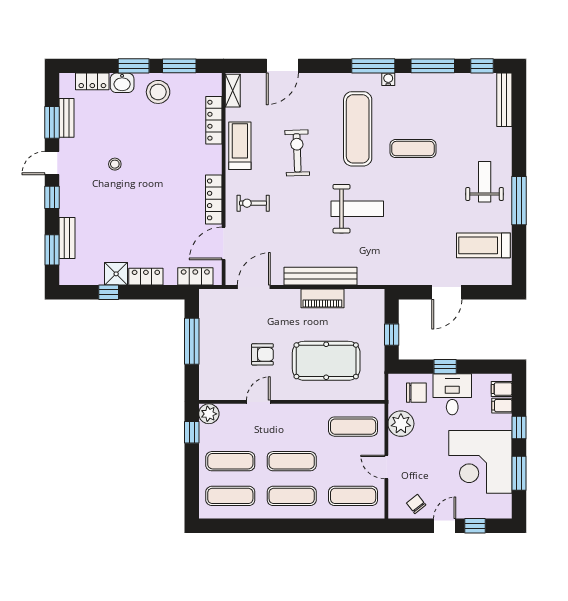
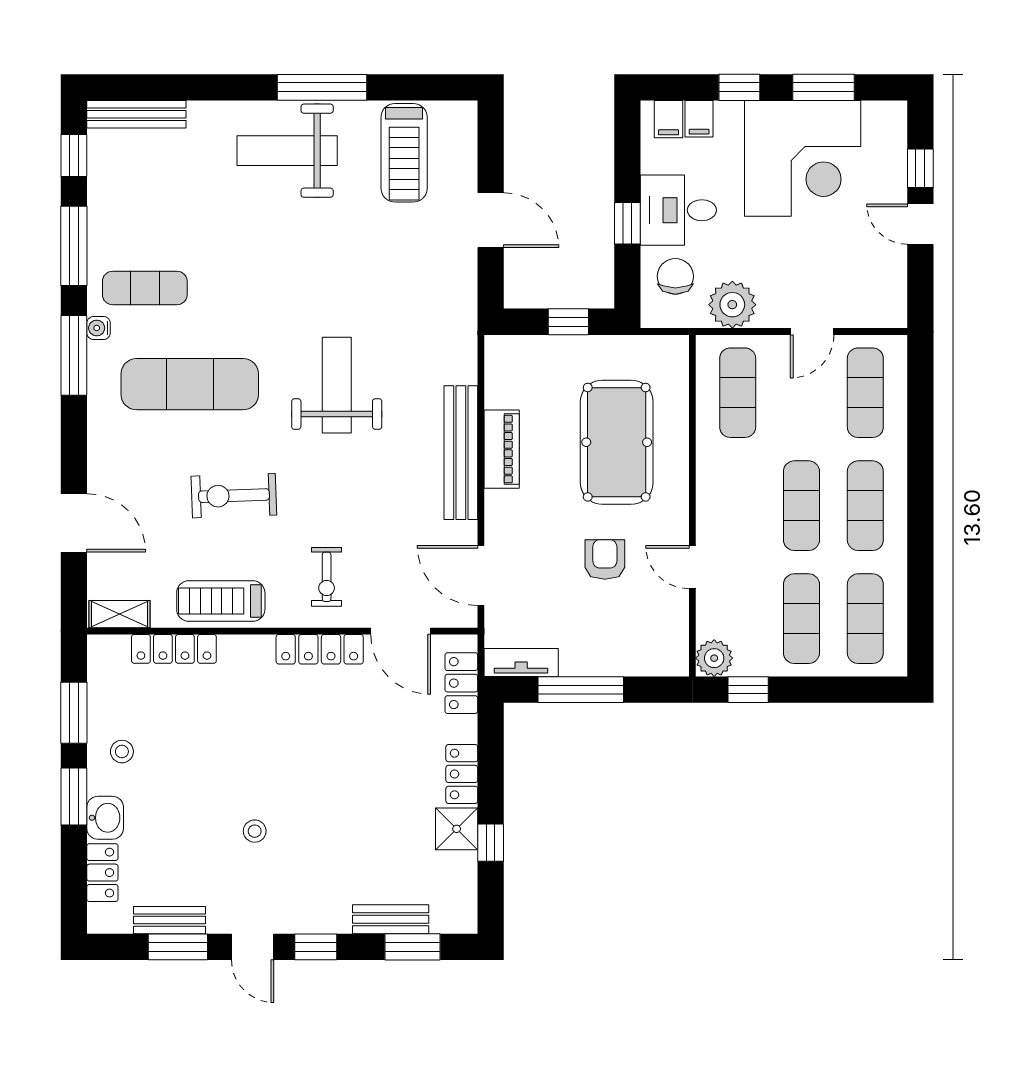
stool: (158, 92) -> (122, 752), width x0.53, depth x0.53
exercise mat: (413, 149) -> (145, 288), moved, turned 90
weight bench: (485, 182) -> (287, 151), width x1.36, depth x1.33
tv unit: (206, 309) -> (521, 662), added
chair: (416, 504) -> (880, 277), removed

